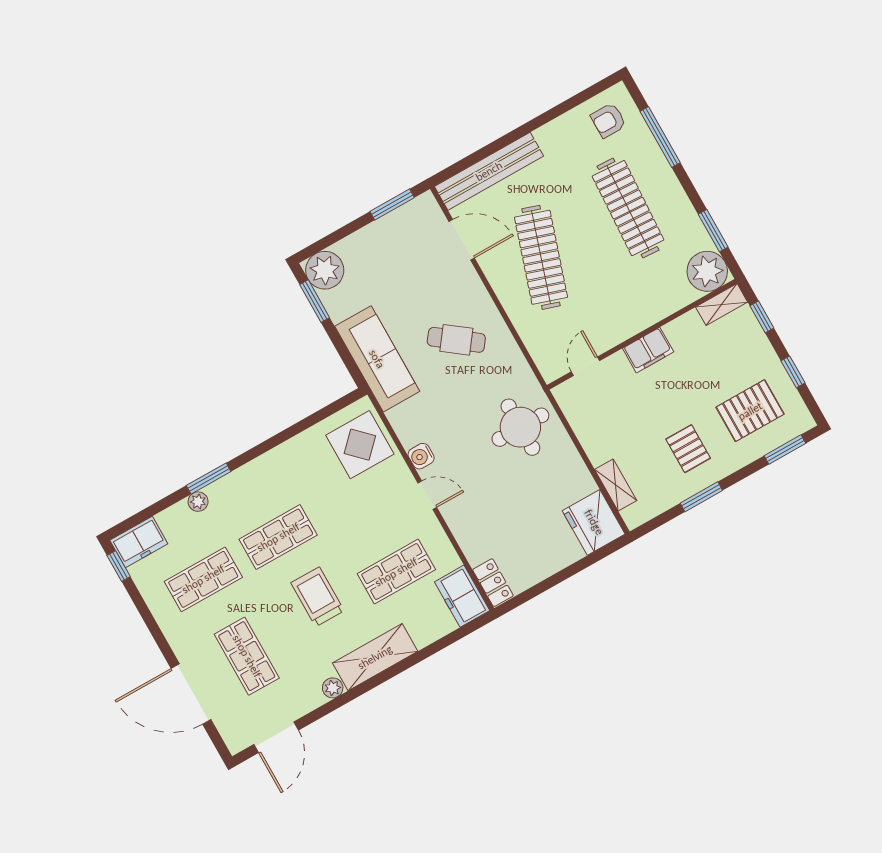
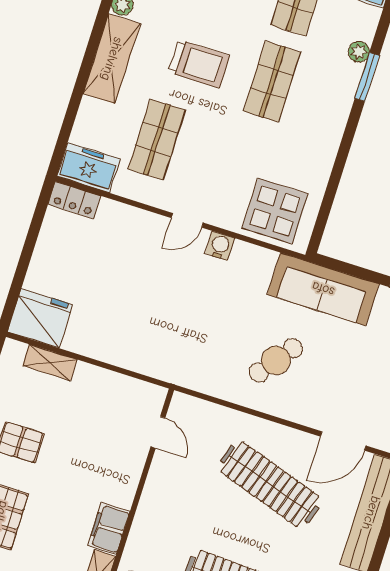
filing cabinet: (648, 350) -> (109, 528), moved
round table: (520, 427) -> (164, 339), removed

